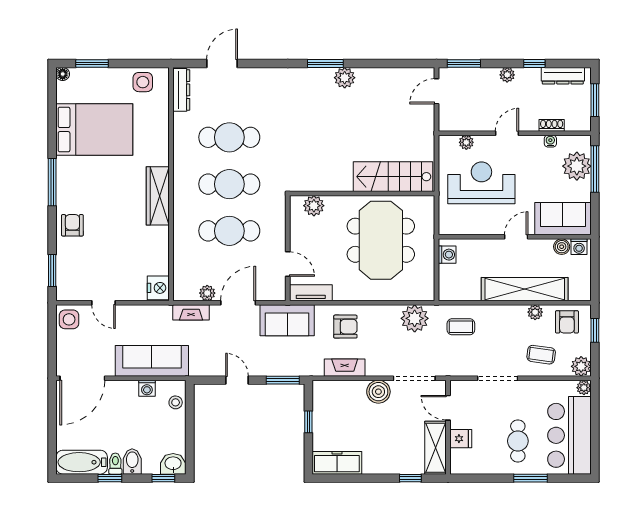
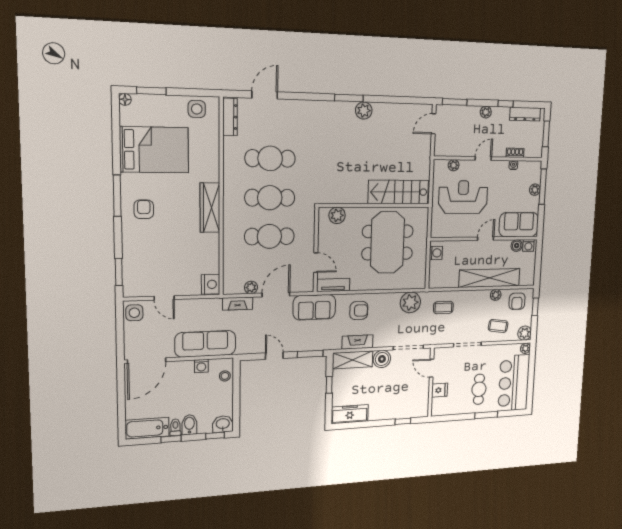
plant: (577, 166) -> (535, 190), width x0.53, depth x0.53
armchair: (72, 225) -> (144, 209), moved
shelving: (435, 448) -> (353, 360), moved, turned 90

